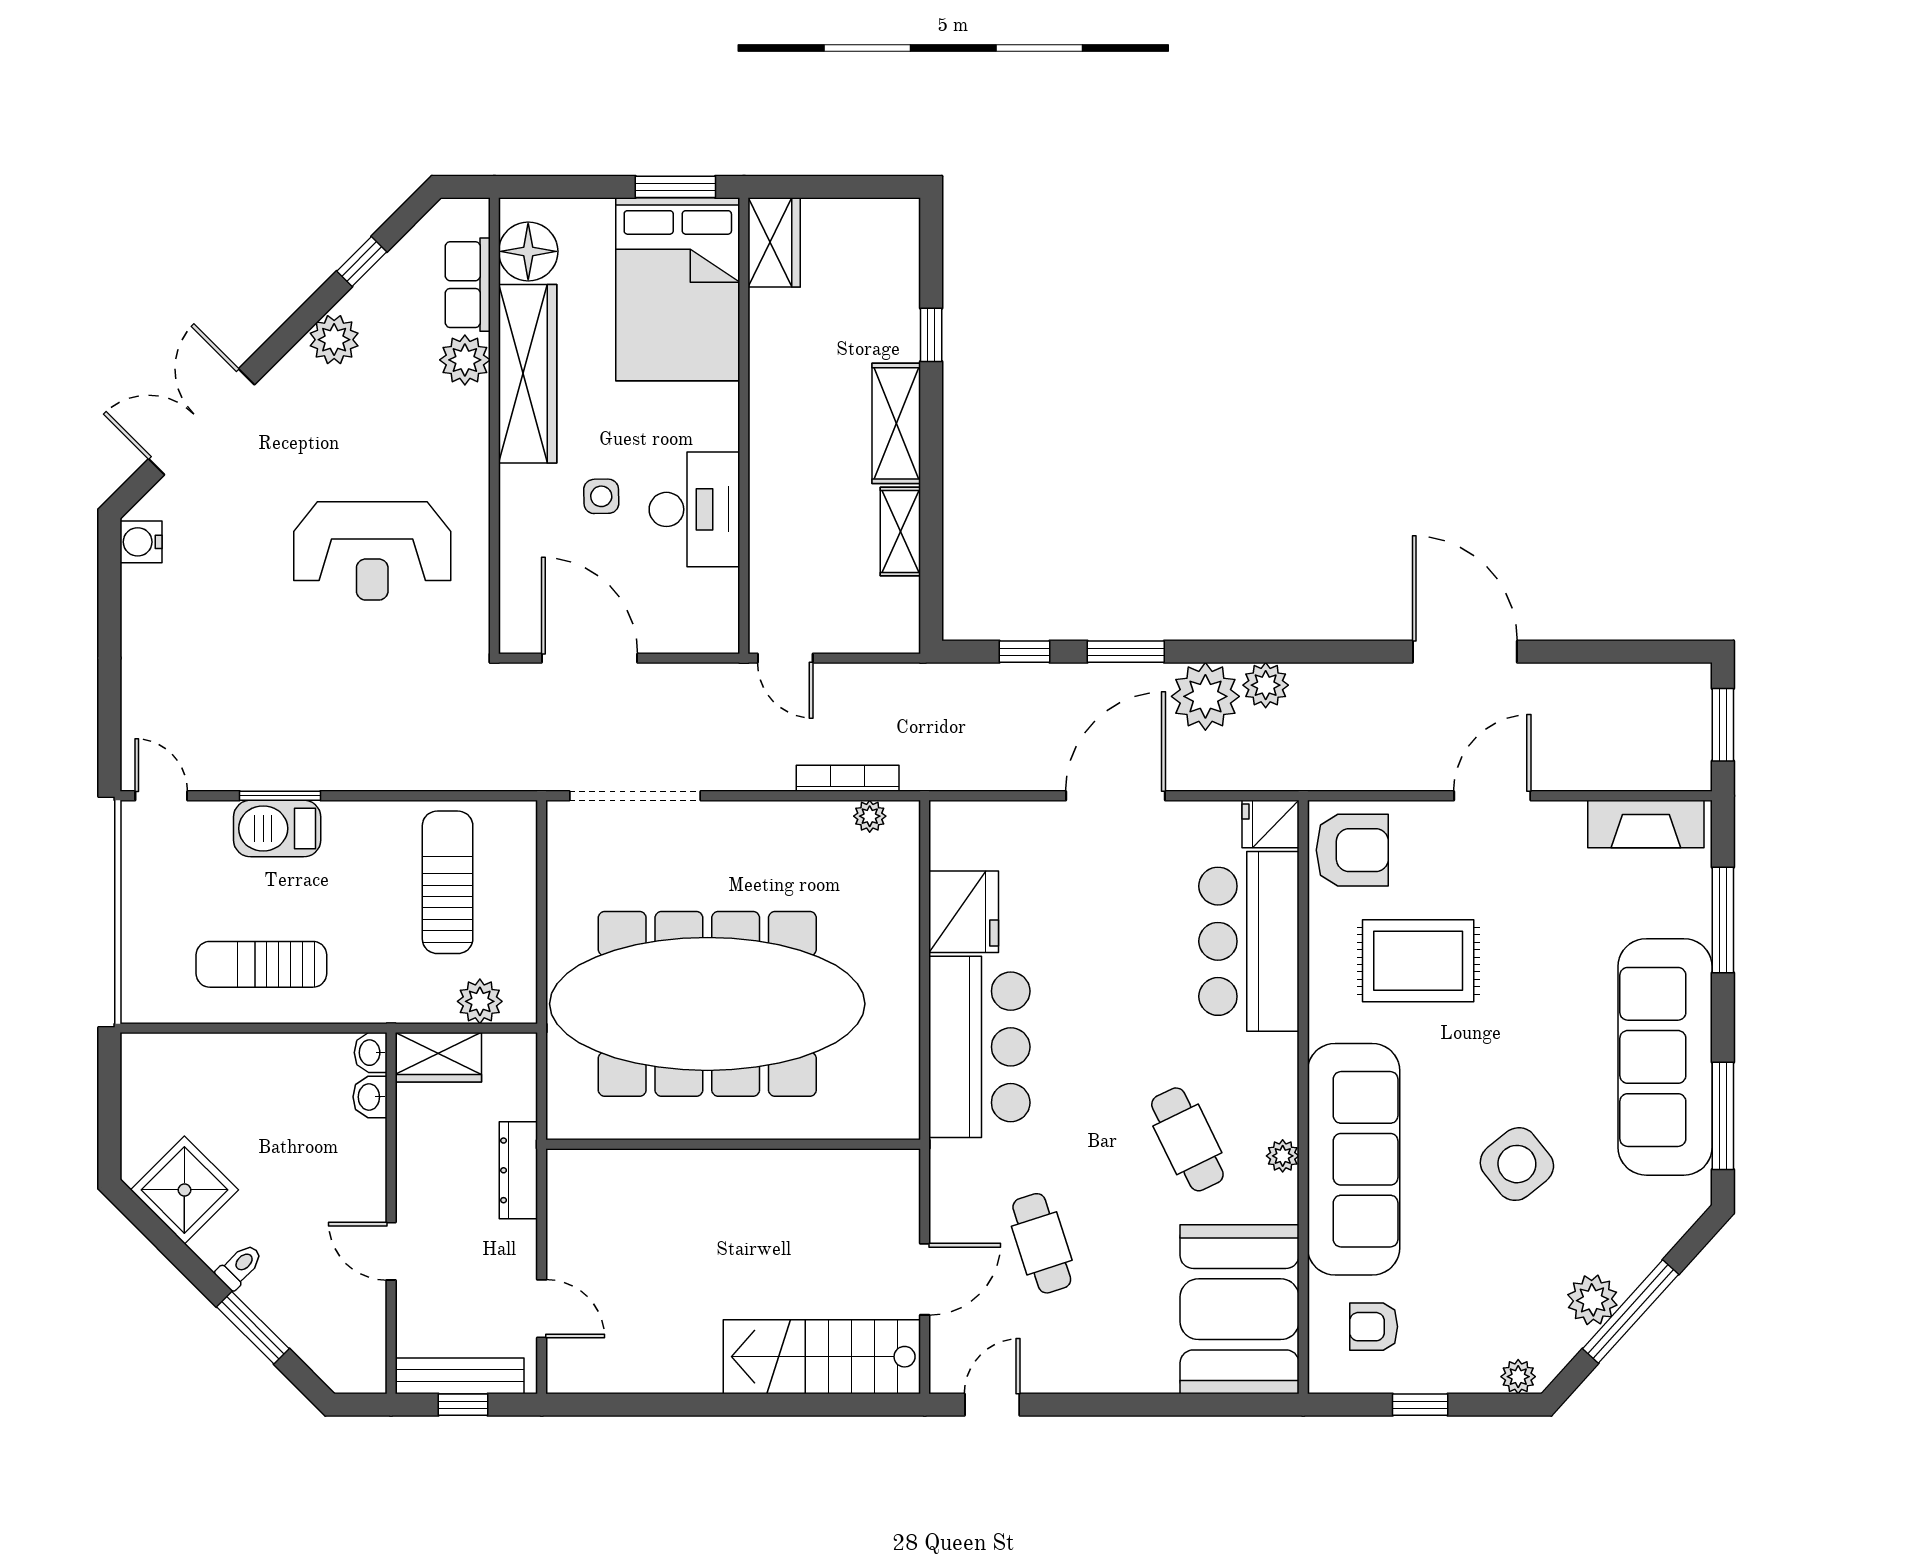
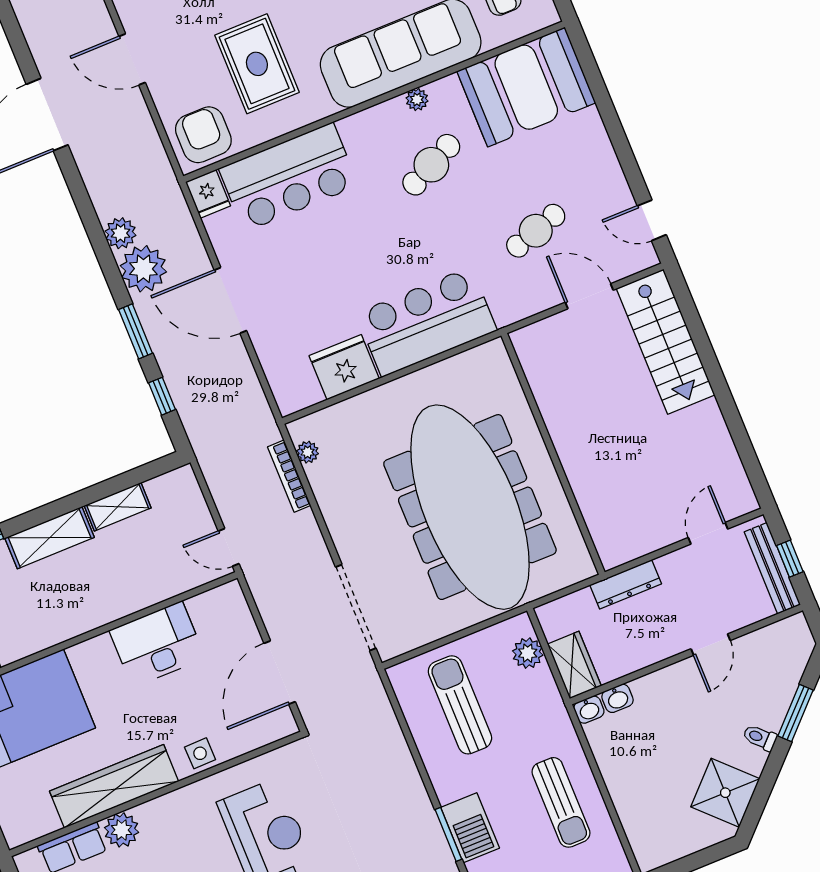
floor lamp: (528, 251) -> (36, 818), removed
side table: (601, 496) -> (200, 753), moved
door: (785, 658) -> (229, 547), swing flipped
sun lounger: (448, 882) -> (460, 705), turned 90

